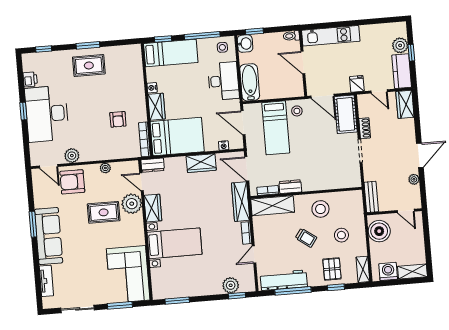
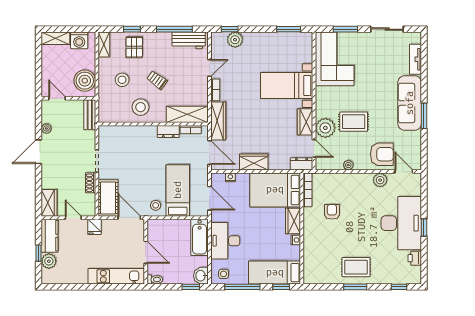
workbench: (284, 280) -> (189, 40), width x0.73

